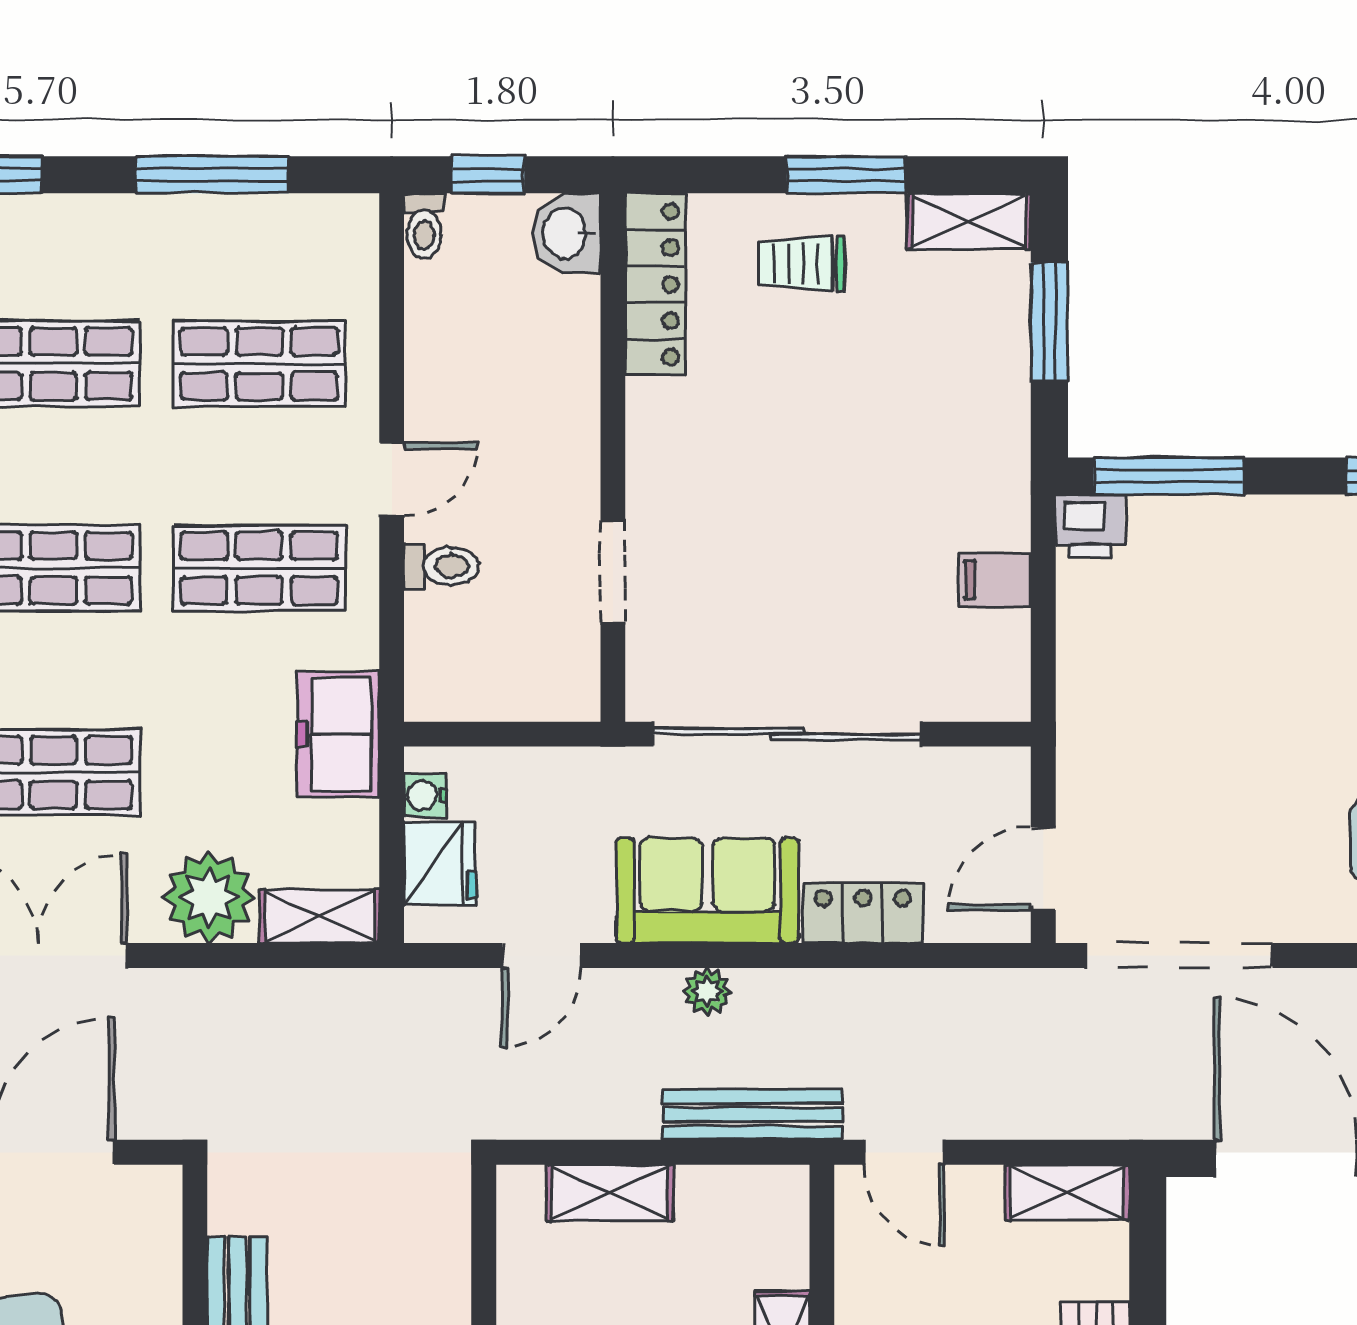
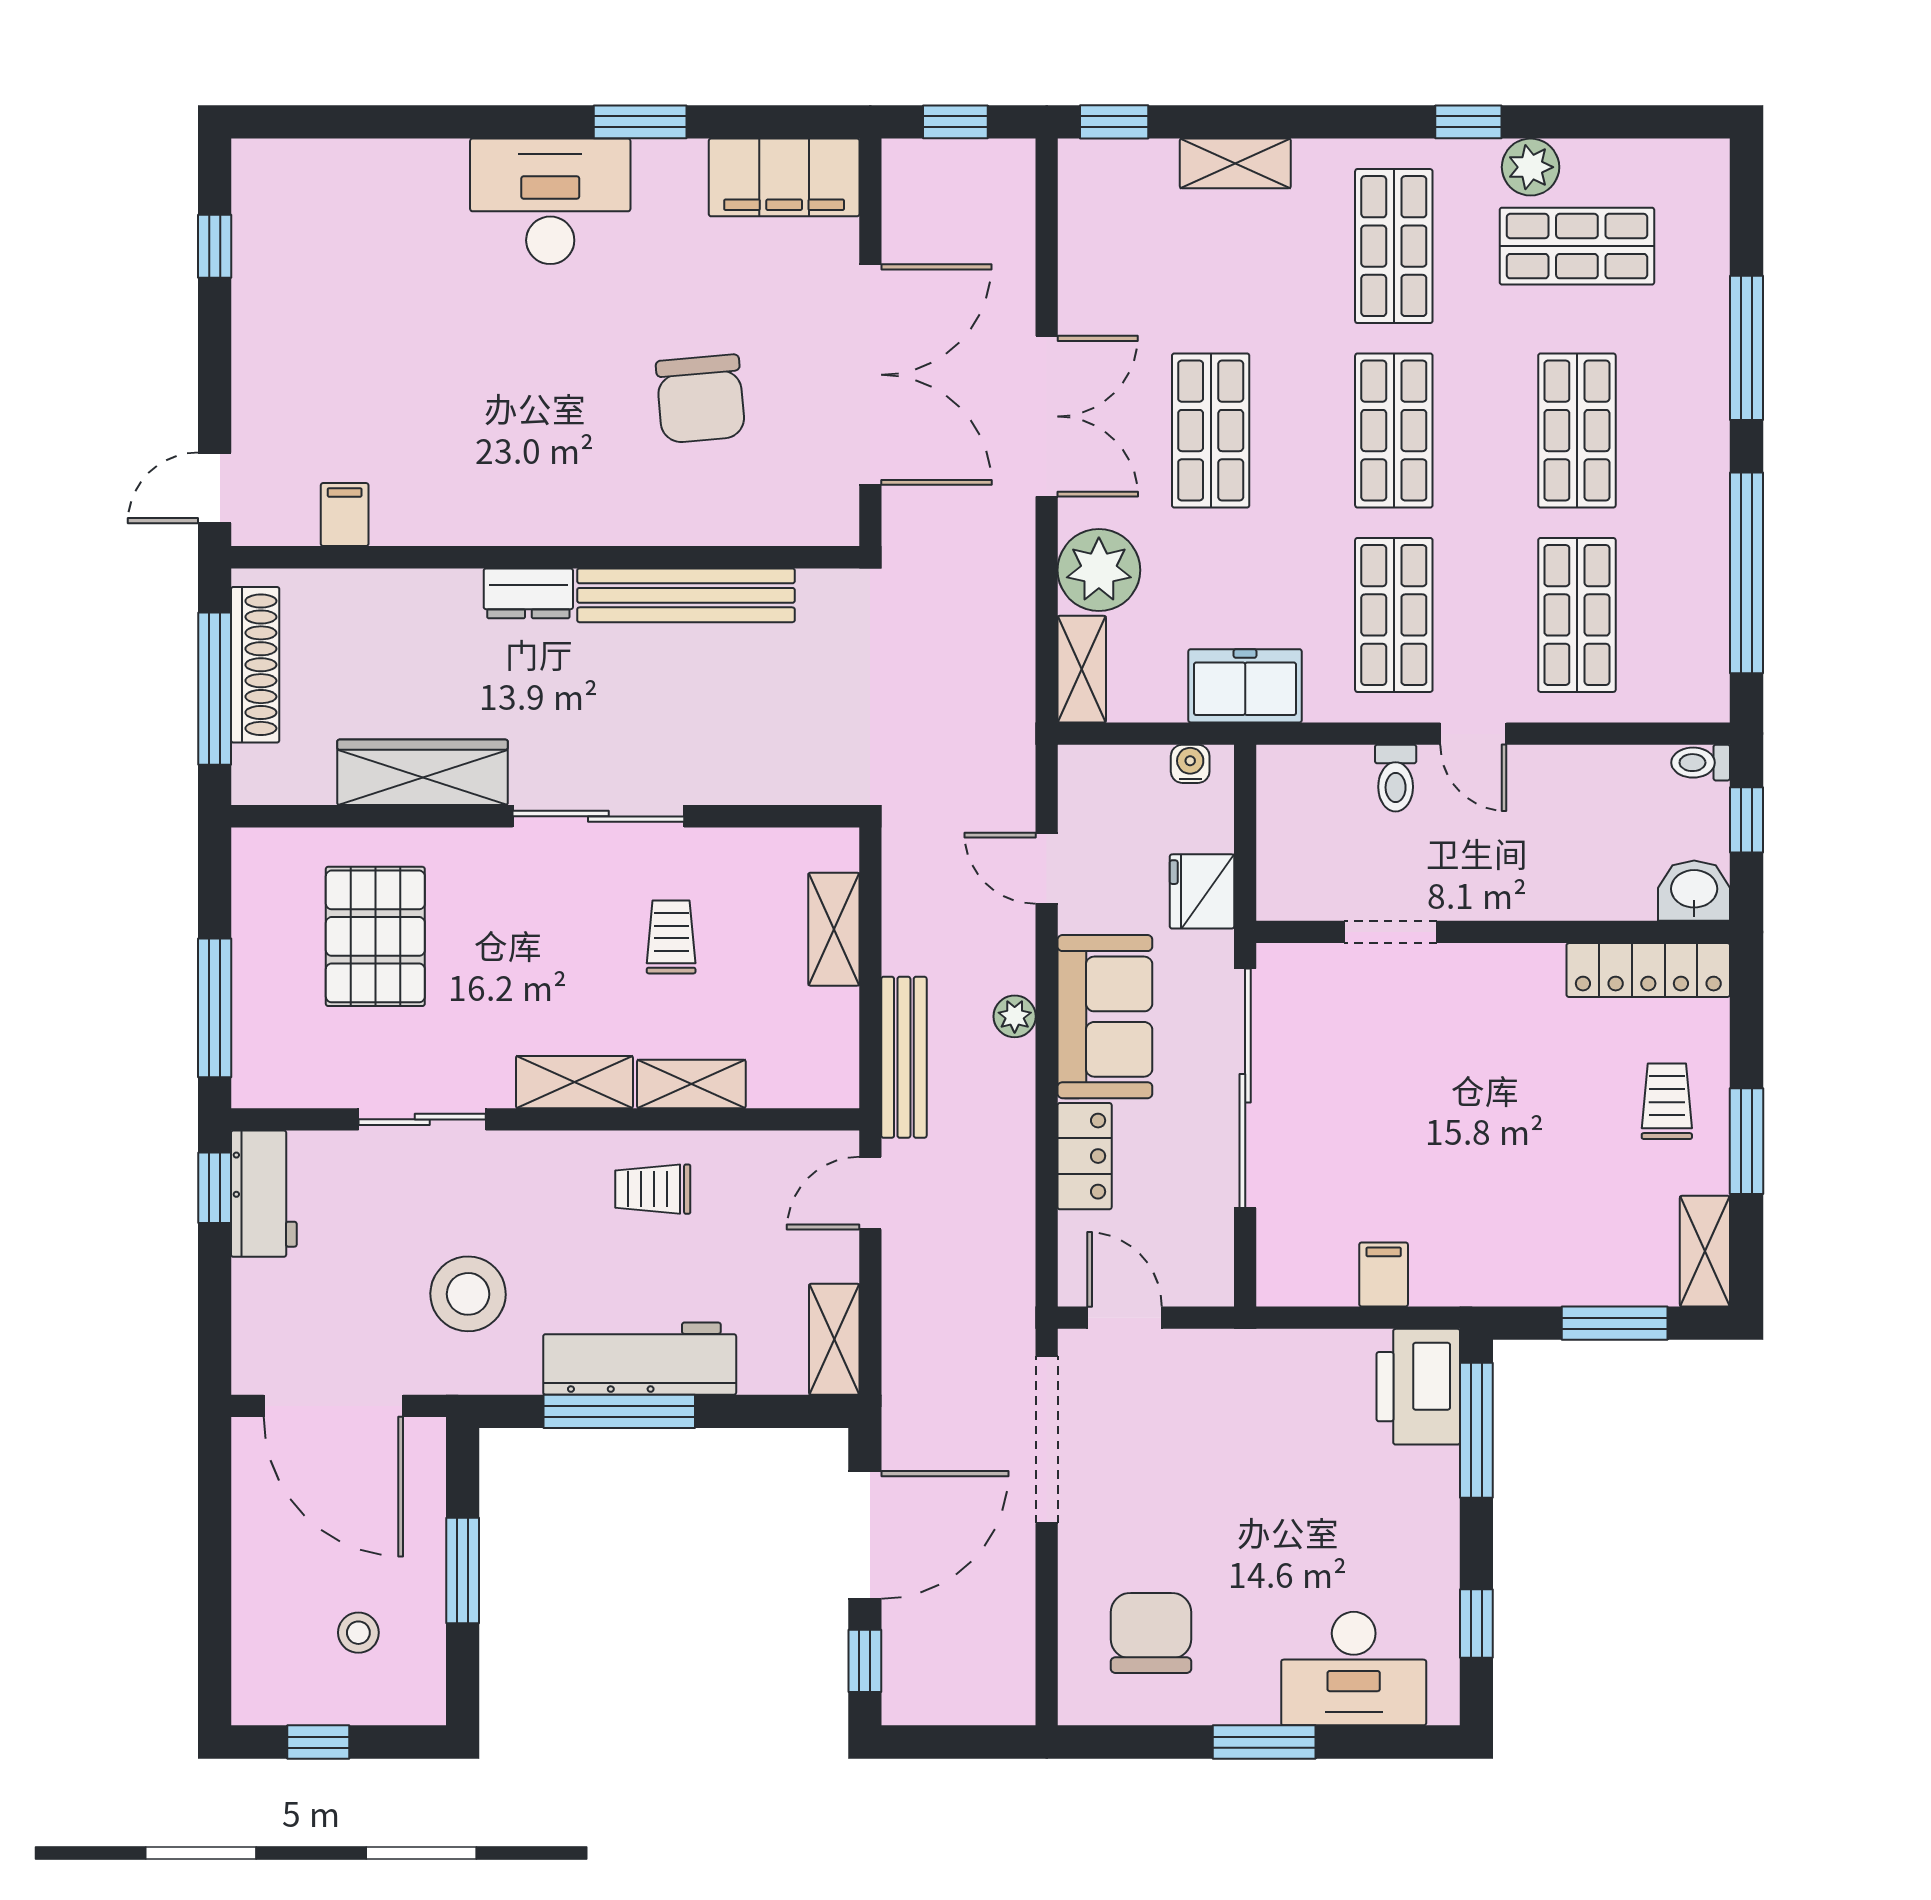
window: (212, 175) -> (1746, 573), width x1.46
printer: (1090, 526) -> (1418, 1387), width x1.87, depth x1.48
fridge: (440, 863) -> (1202, 891), moved, turned 90

